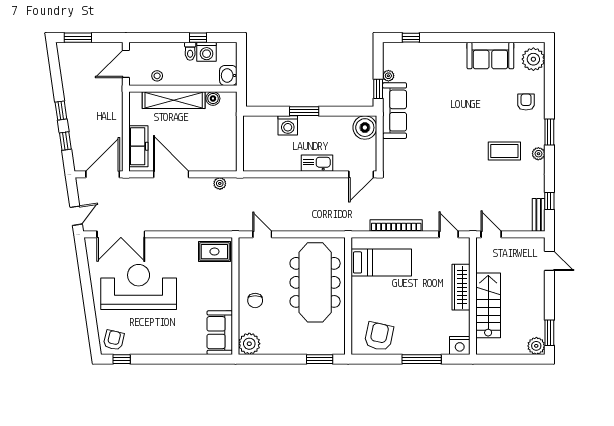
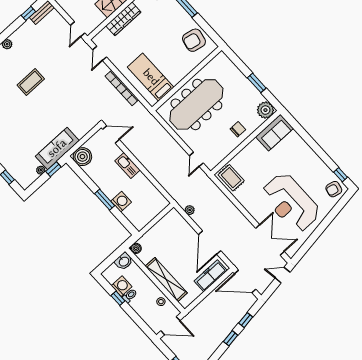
boiler: (213, 98) -> (136, 248), moved
coffee table: (504, 151) -> (31, 82), moved, turned 90
window: (320, 359) -> (257, 83), moved

